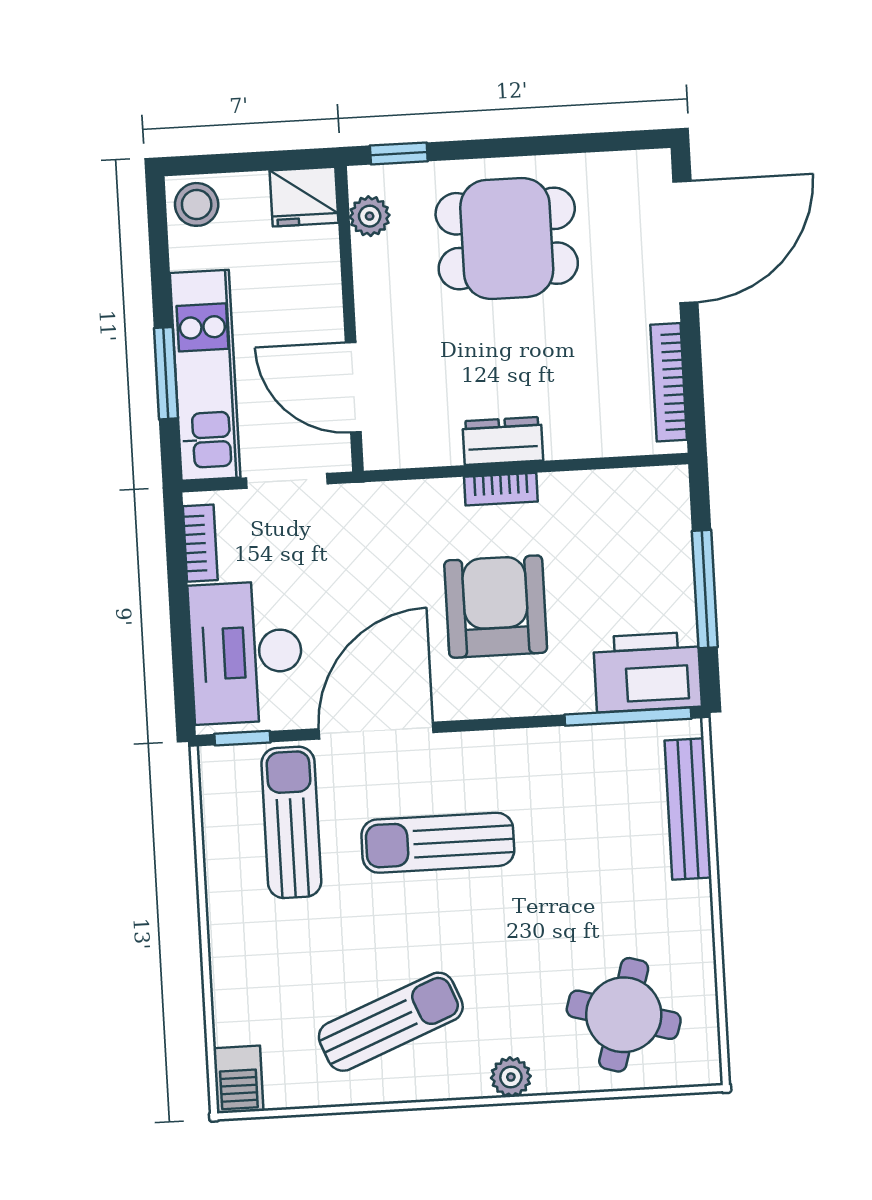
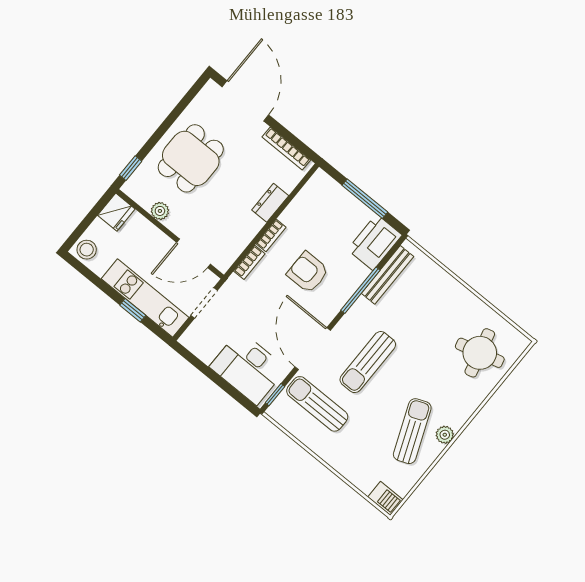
plant: (370, 216) -> (160, 211), moved
window: (166, 373) -> (133, 310), width x0.67
dresser: (503, 441) -> (270, 203), moved
bookcase: (200, 543) -> (249, 262), moved, turned 90
armchair: (496, 607) -> (308, 272), width x0.73, depth x0.73
window: (628, 717) -> (360, 290), moved
bench: (688, 809) -> (387, 275), moved, turned 90
round table: (624, 1015) -> (480, 353), turned -31
plant: (511, 1077) -> (445, 435), moved

